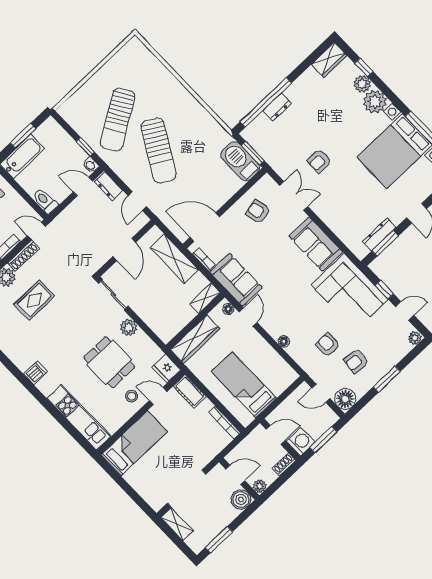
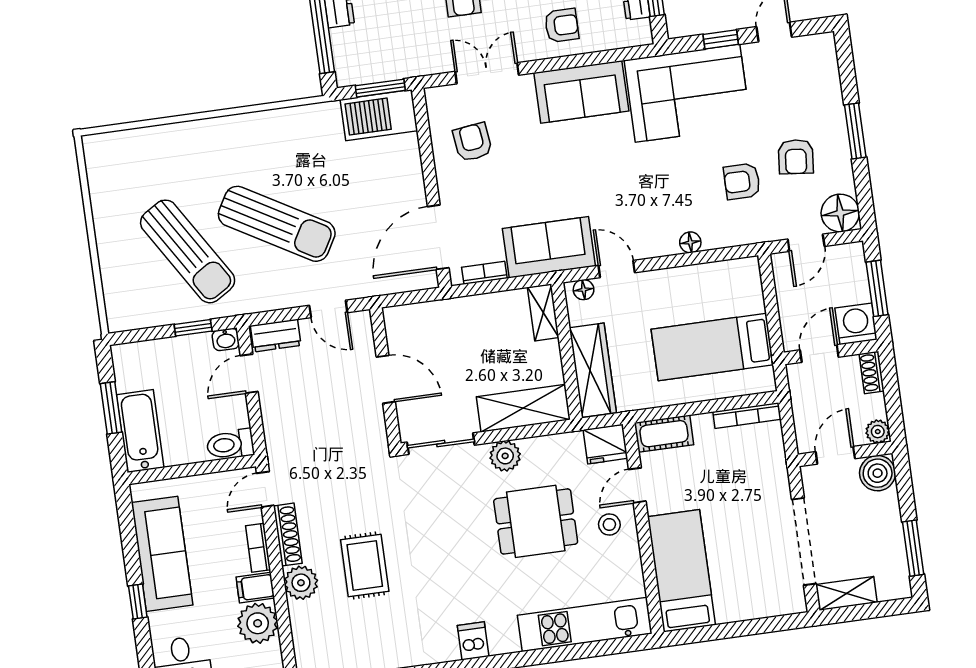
armchair: (258, 212) -> (472, 142), turned 96
armchair: (339, 214) -> (562, 25), added
shelving: (174, 259) -> (523, 408), moved
plant: (415, 338) -> (824, 46), removed

